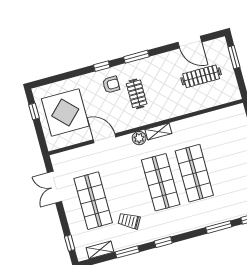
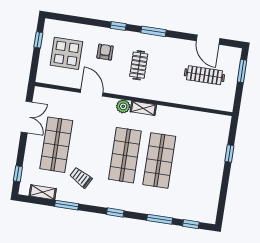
armchair: (111, 85) -> (105, 52), moved, turned -90
display table: (65, 112) -> (66, 53), width x0.73, depth x0.73
double door: (55, 187) -> (27, 117), swing flipped
window: (163, 242) -> (115, 212), moved

